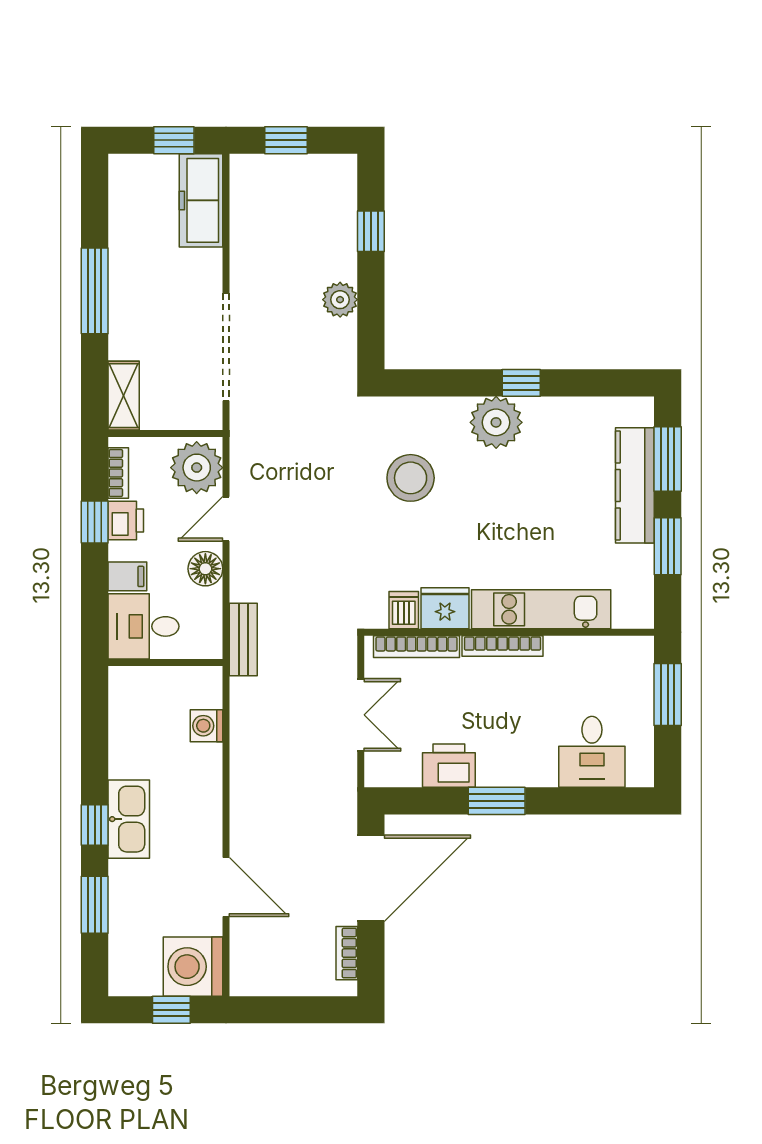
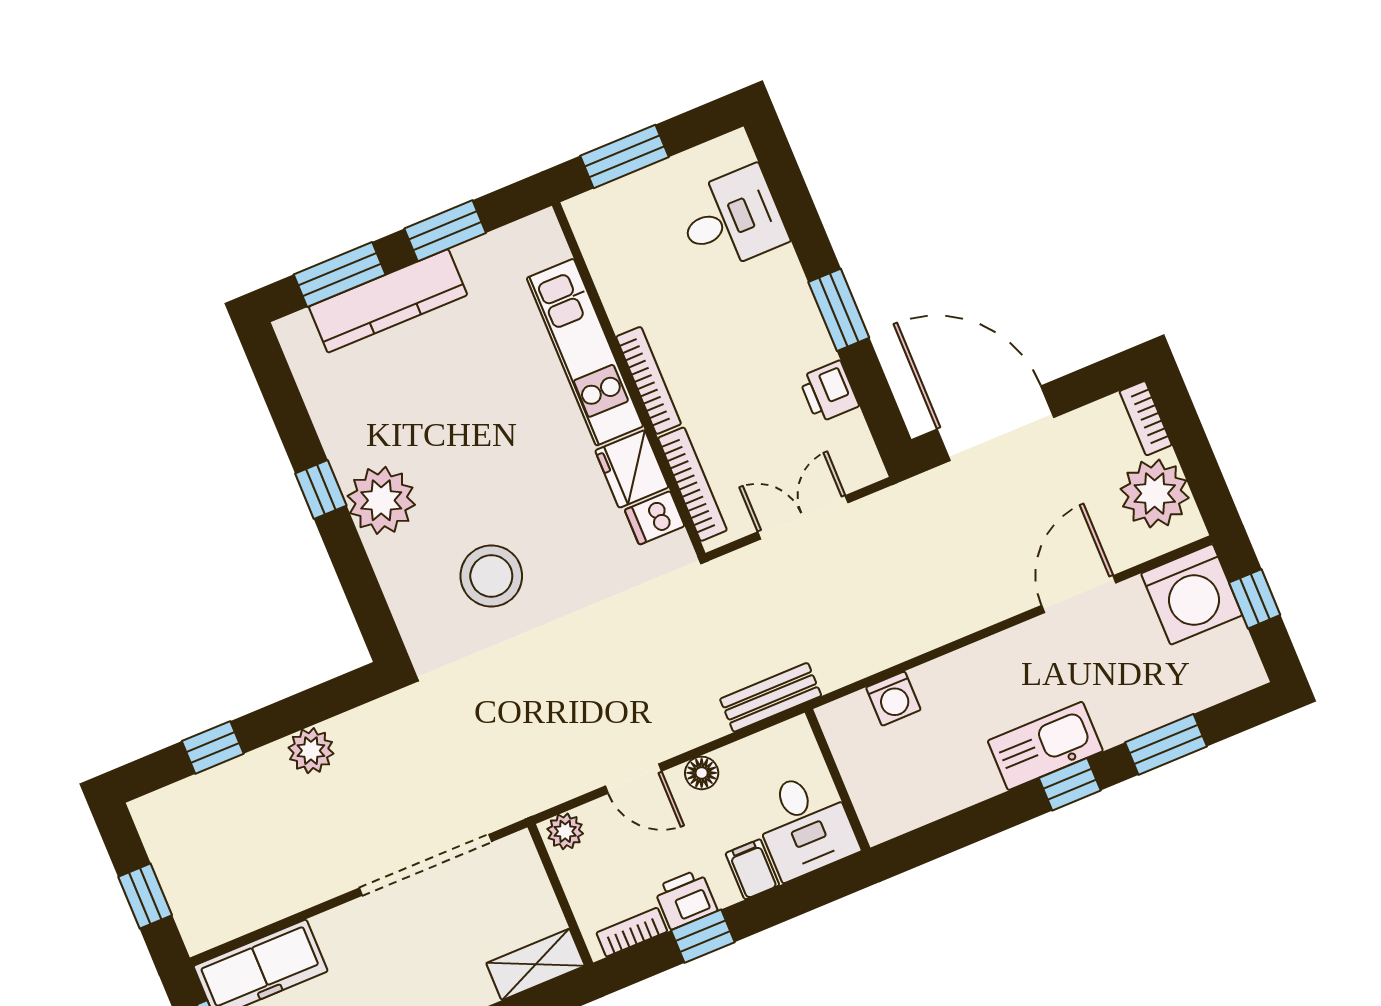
plant: (197, 468) -> (565, 831), width x0.53, depth x0.53
floor lamp: (205, 569) -> (702, 773), width x0.73, depth x0.73
printer: (449, 766) -> (829, 392), width x0.73, depth x0.81
bookcase: (347, 953) -> (1146, 418), moved, turned 90
plant: (275, 970) -> (1155, 493), added

